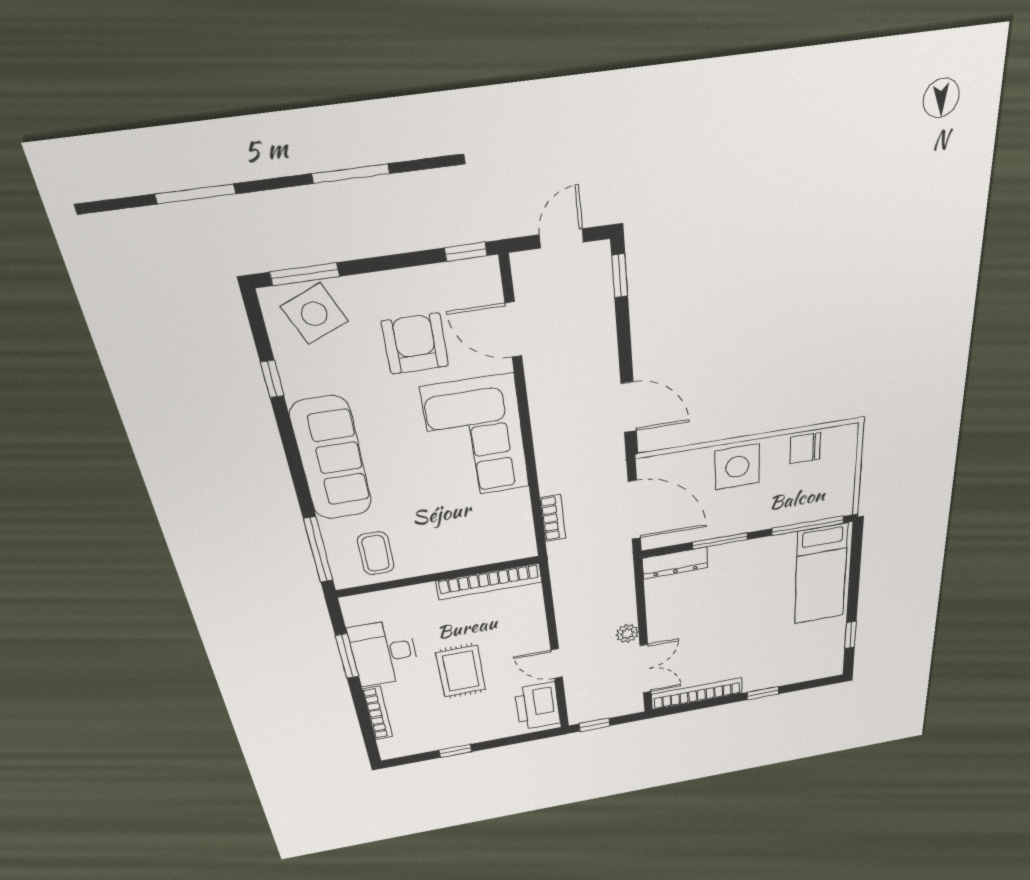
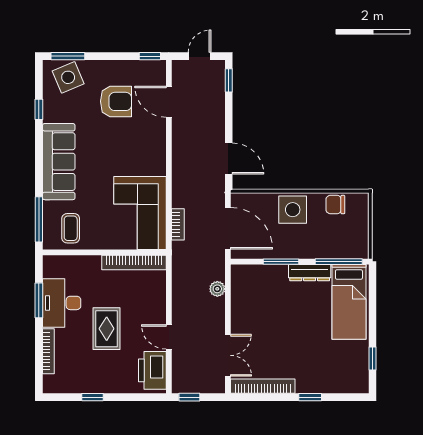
armchair: (415, 344) -> (116, 101), turned 90
corner sofa: (476, 438) -> (140, 213), moved
dresser: (675, 563) -> (310, 273), moved
plant: (627, 633) -> (217, 289), moved

